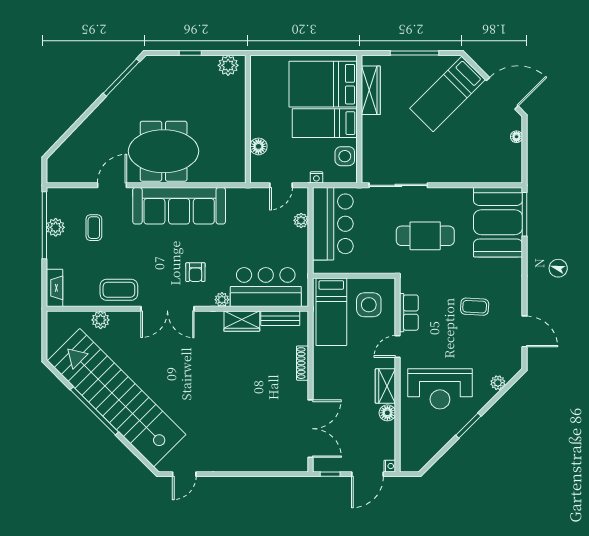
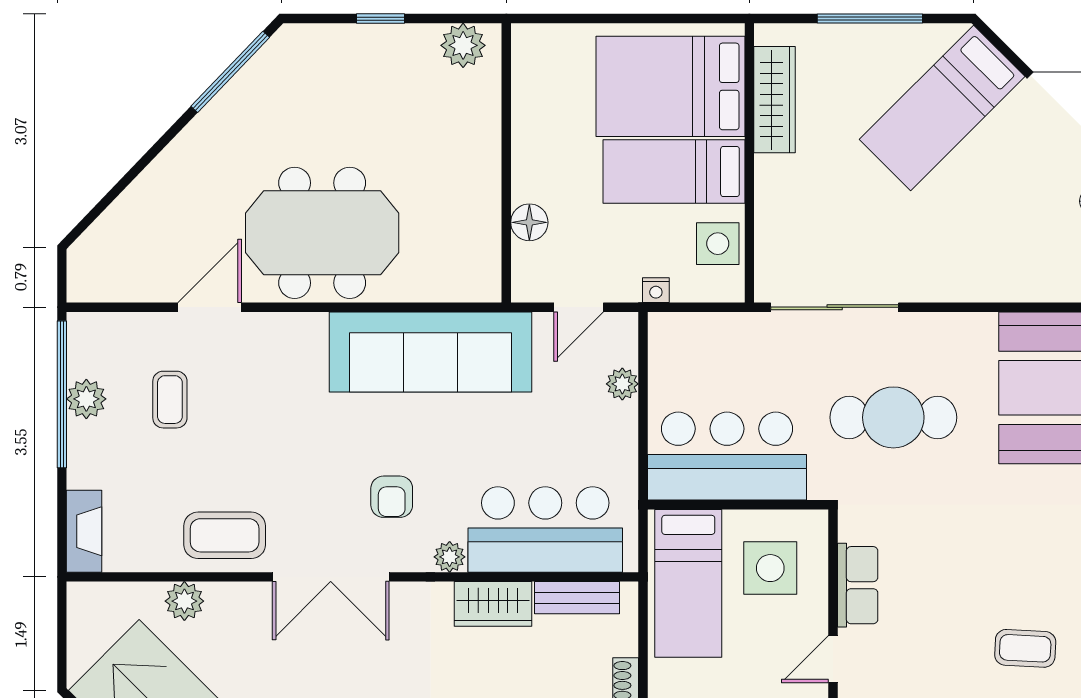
sofa: (179, 206) -> (431, 352), moved
bar counter: (333, 224) -> (727, 456), moved, turned -90
coffee table: (475, 307) -> (1025, 648), moved

